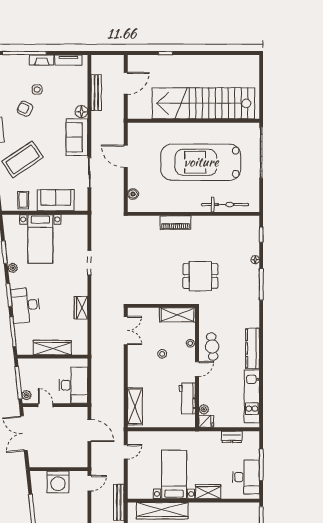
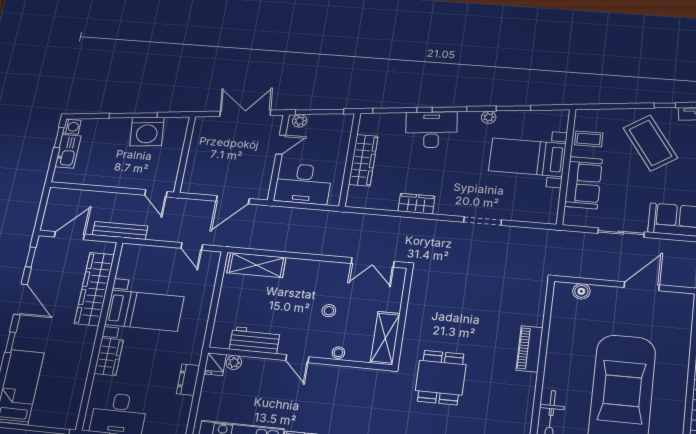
cafe table: (212, 347) -> (328, 384), removed
dresser: (232, 437) -> (188, 380), moved
washing machine: (58, 482) -> (147, 132), moved, turned -96

